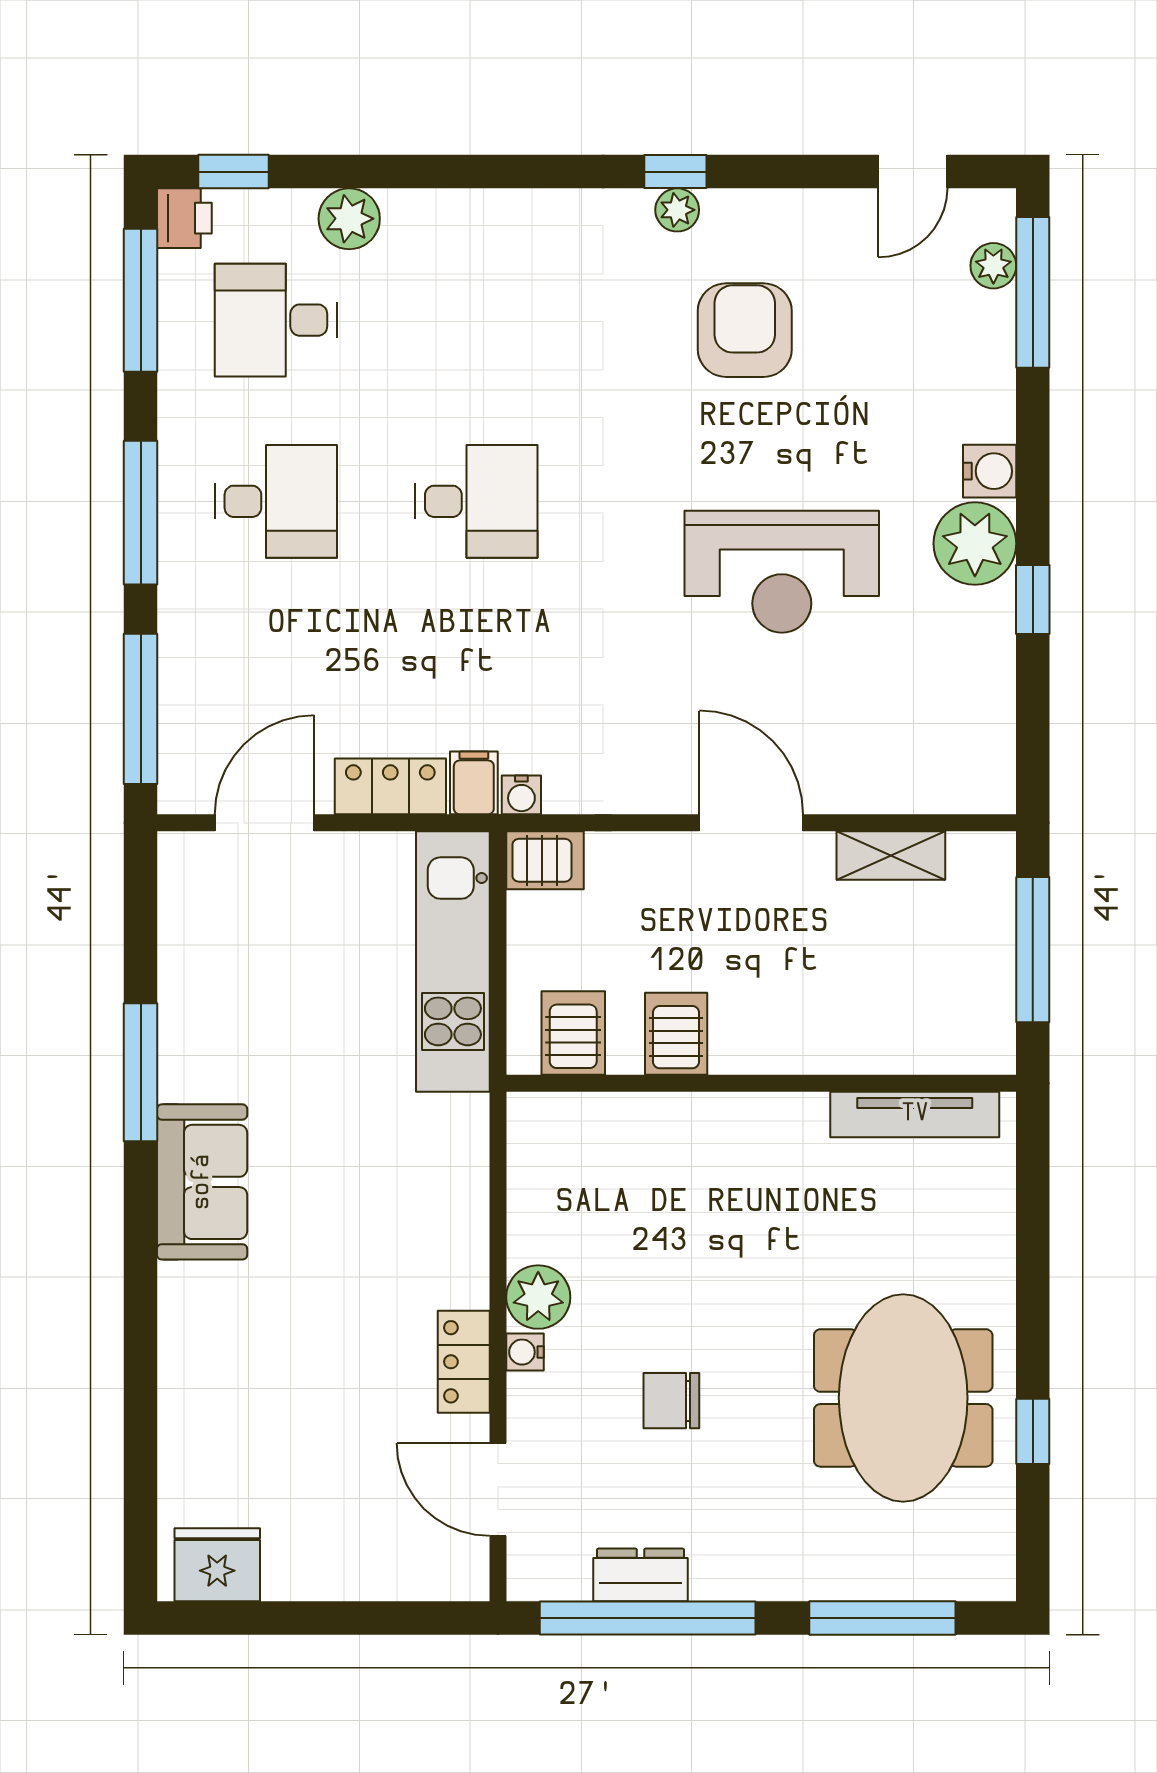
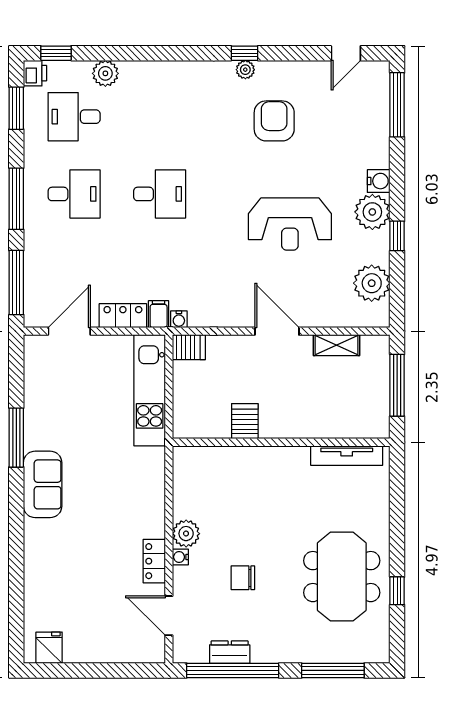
plant: (993, 266) -> (372, 283), moved, width x1.87, depth x1.87
window: (141, 300) -> (16, 108), width x0.69
server rack: (573, 1033) -> (201, 421), removed
fridge: (217, 1565) -> (49, 648), width x0.72

